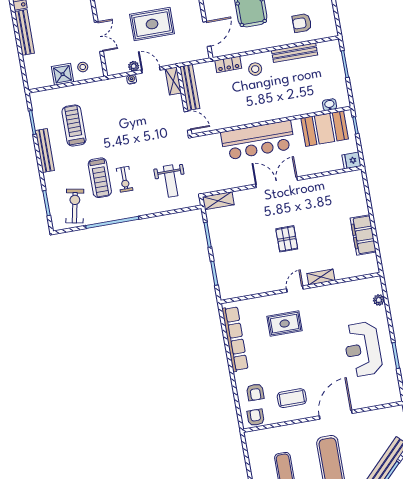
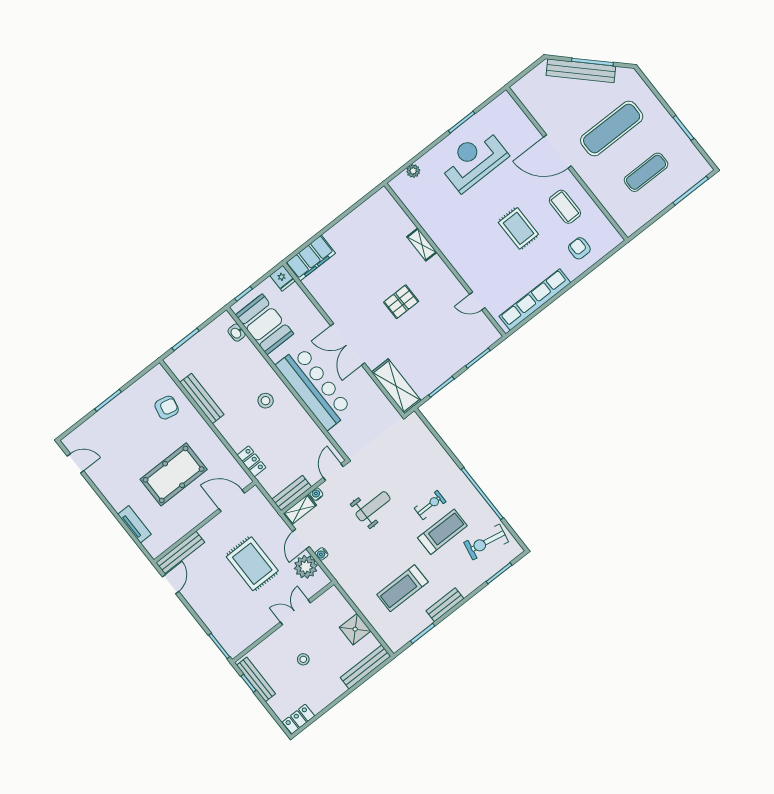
armchair: (302, 23) -> (167, 408), turned -78
bench: (24, 32) -> (366, 667), moved
plant: (134, 66) -> (306, 567), width x1.87, depth x1.87
stool: (83, 67) -> (303, 659), moved
stool: (255, 69) -> (266, 401), moved
bench: (190, 87) -> (292, 493), width x0.73
water cooler: (178, 99) -> (316, 494), added
bench: (45, 150) -> (445, 605), width x0.73
weight bench: (171, 181) -> (373, 506), moved
shelving: (218, 201) -> (396, 386), width x1.50, depth x1.33
filing cabinet: (363, 235) -> (311, 258), moved
door: (295, 289) -> (477, 301), moved
rug: (285, 324) -> (518, 228), moved
reception desk: (363, 349) -> (474, 160), turned 180
armchair: (255, 392) -> (579, 248), turned -90
armchair: (256, 417) -> (605, 234), removed

